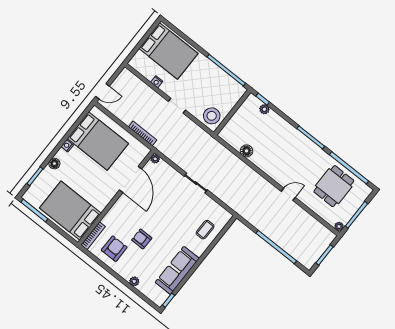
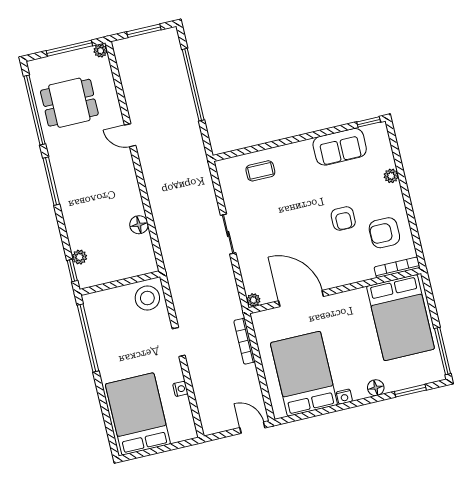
door: (131, 179) -> (301, 299), hinge flipped
sofa: (177, 270) -> (340, 147), width x0.73

